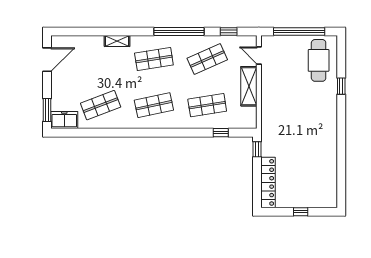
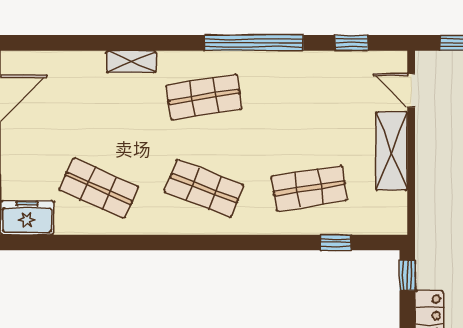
shop shelf: (207, 59) -> (309, 97), removed
shop shelf: (101, 105) -> (99, 188), turned 45
shop shelf: (154, 105) -> (204, 188), turned 33

